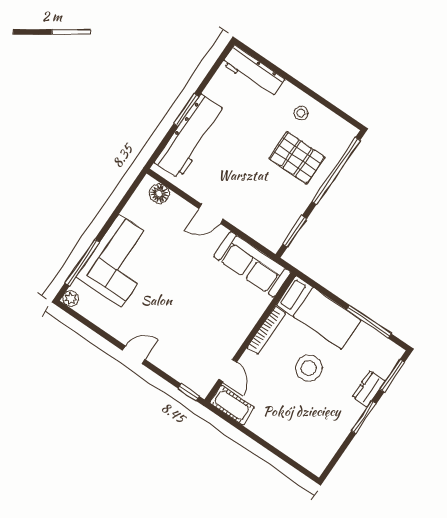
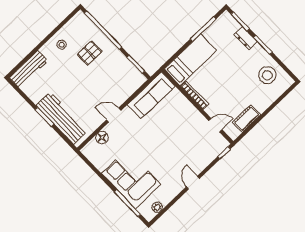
pallet: (297, 158) -> (90, 53), width x0.67, depth x0.71
floor lamp: (159, 194) -> (102, 138), moved
door: (211, 214) -> (114, 115), swing flipped
plant: (71, 299) -> (157, 207), moved
stool: (309, 368) -> (267, 75), moved
cot: (232, 405) -> (247, 119), moved

